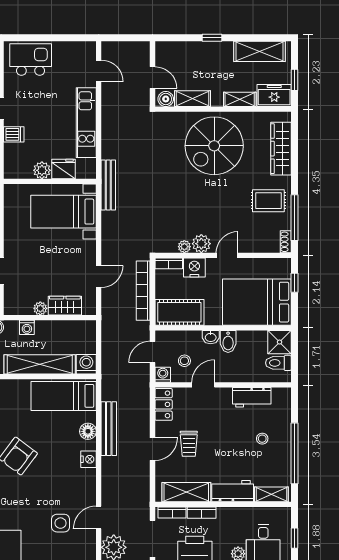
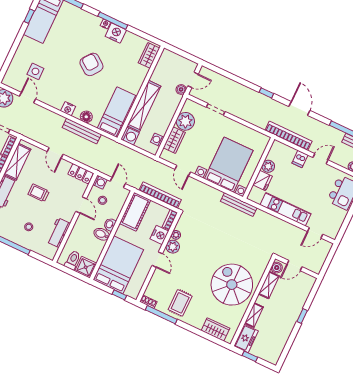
shelving: (260, 51) -> (279, 342), removed
wardrobe: (281, 149) -> (215, 329), width x0.67
bed with nightstands: (64, 212) -> (229, 165), width x1.36
plant: (40, 308) -> (185, 121), width x1.88, depth x1.88
washing machine: (27, 327) -> (157, 140), moved
trolley: (189, 444) -> (39, 193), moved

